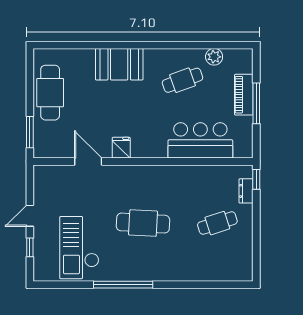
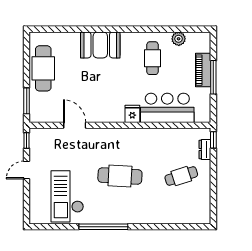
cafe table: (183, 80) -> (153, 58), turned -70
fridge: (121, 148) -> (132, 114), moved
window: (30, 247) -> (27, 141), moved

